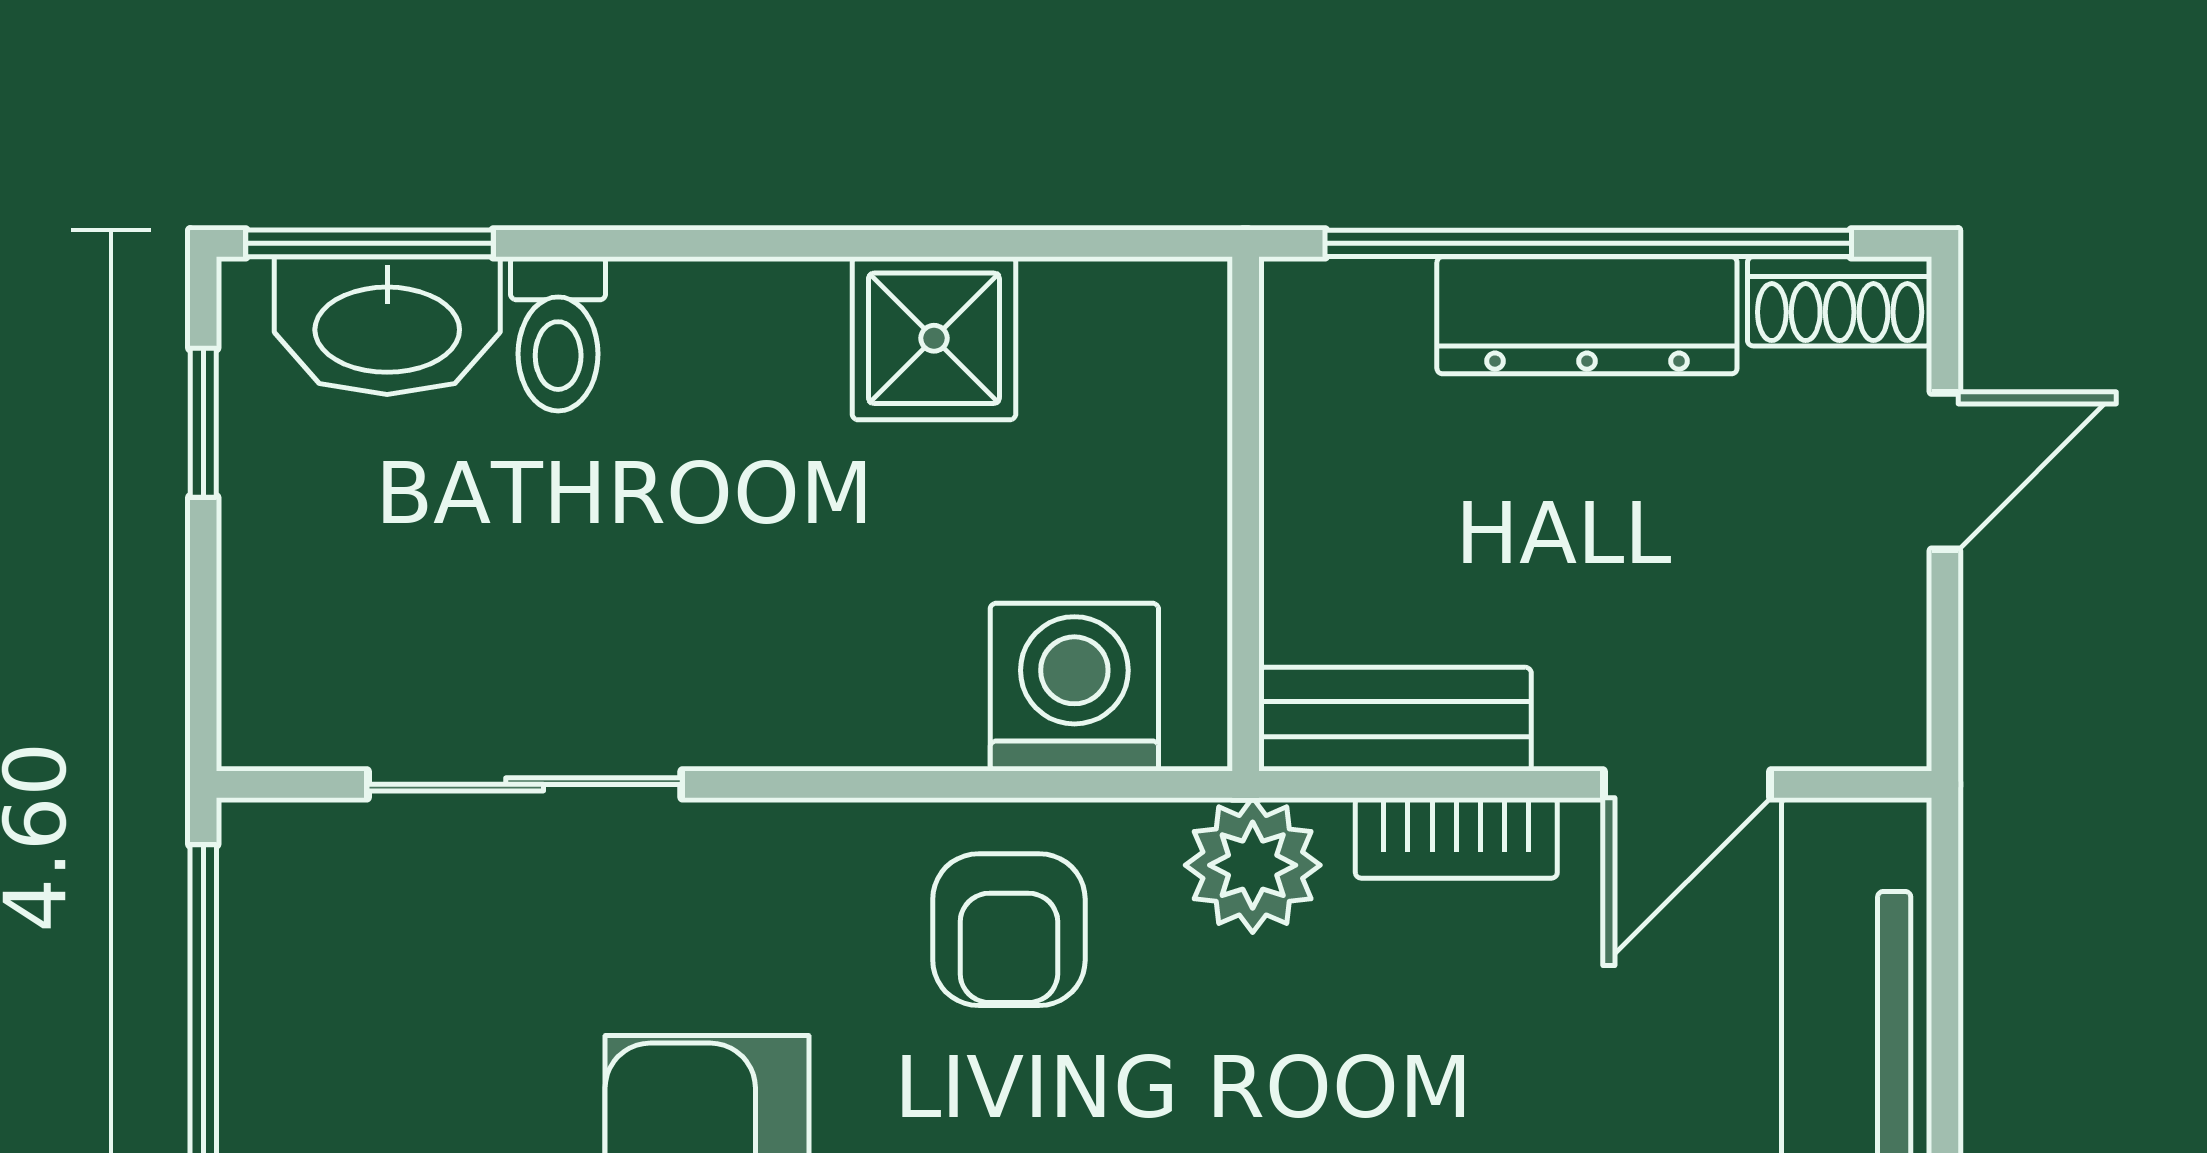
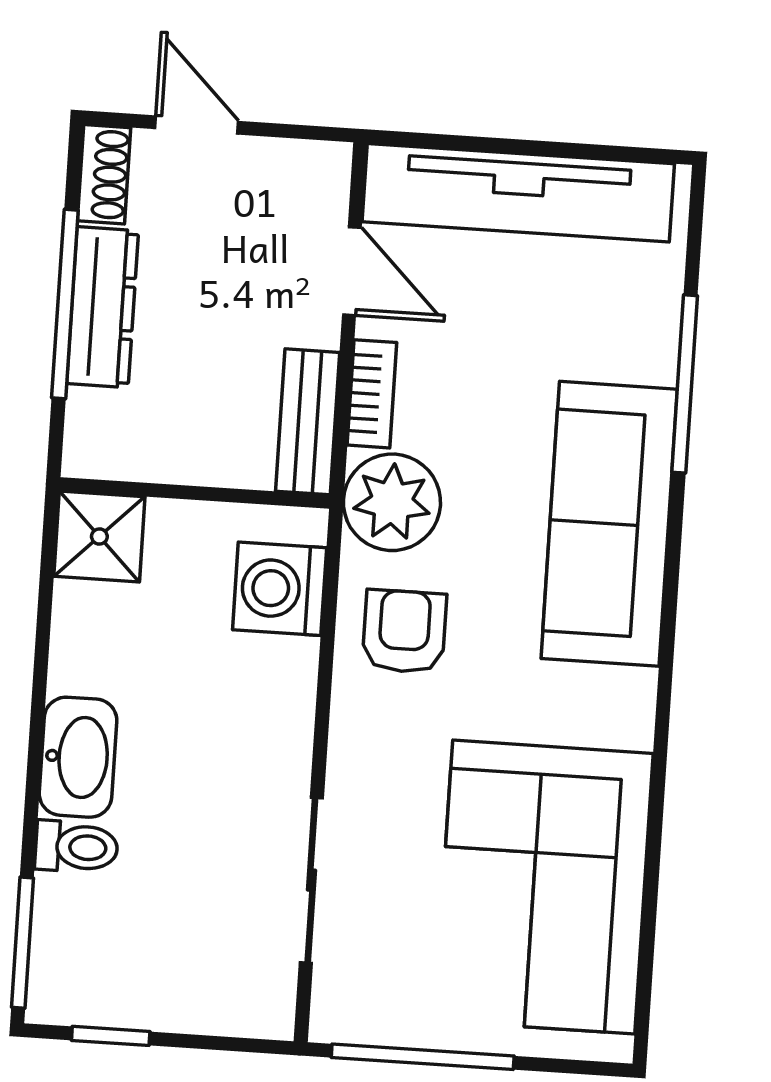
window: (1588, 243) -> (65, 304), width x0.68
washbasin: (387, 326) -> (78, 757), moved
shower: (934, 338) -> (99, 537), moved
plant: (1253, 865) -> (392, 502), width x1.36, depth x1.36
armchair: (1009, 930) -> (404, 631), turned -90

